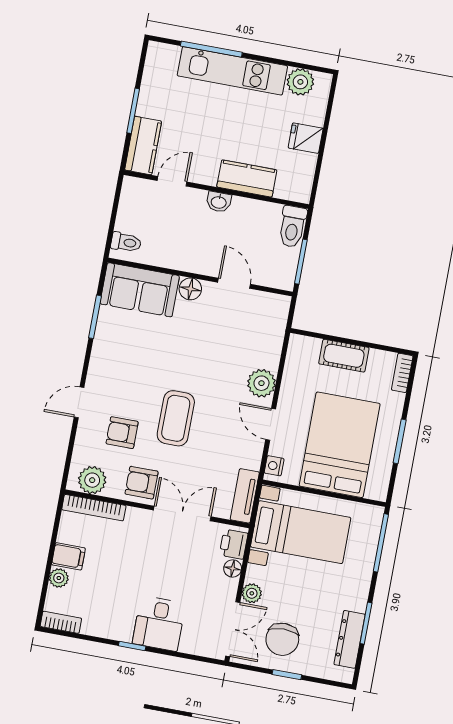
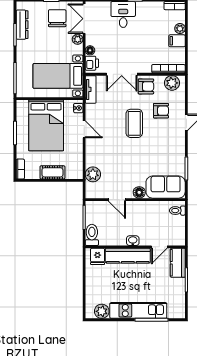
fridge: (306, 138) -> (98, 256), moved, turned 90
kitchen counter: (247, 178) -> (128, 256), width x1.50
plant: (261, 383) -> (93, 174), moved

